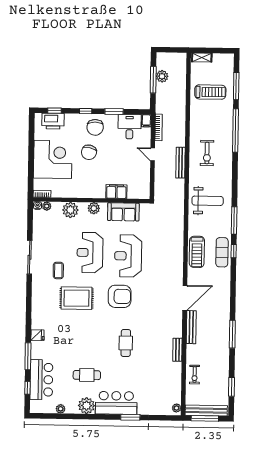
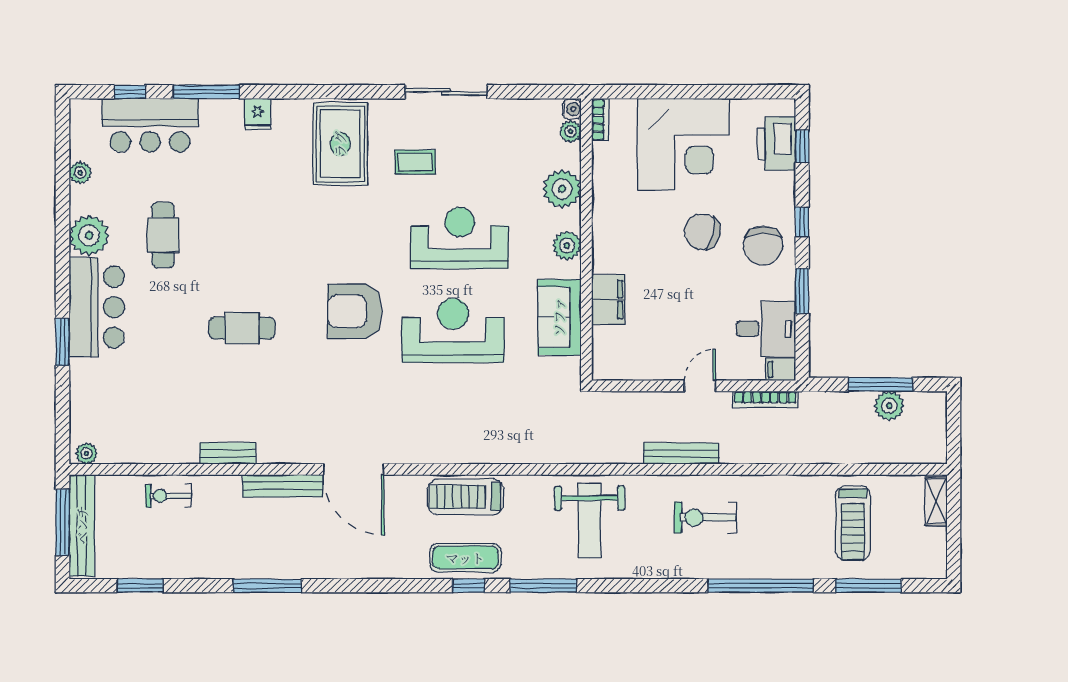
chair: (95, 127) -> (763, 246), turned -90
armchair: (120, 296) -> (355, 311), turned 90
rug: (77, 298) -> (340, 144), moved

